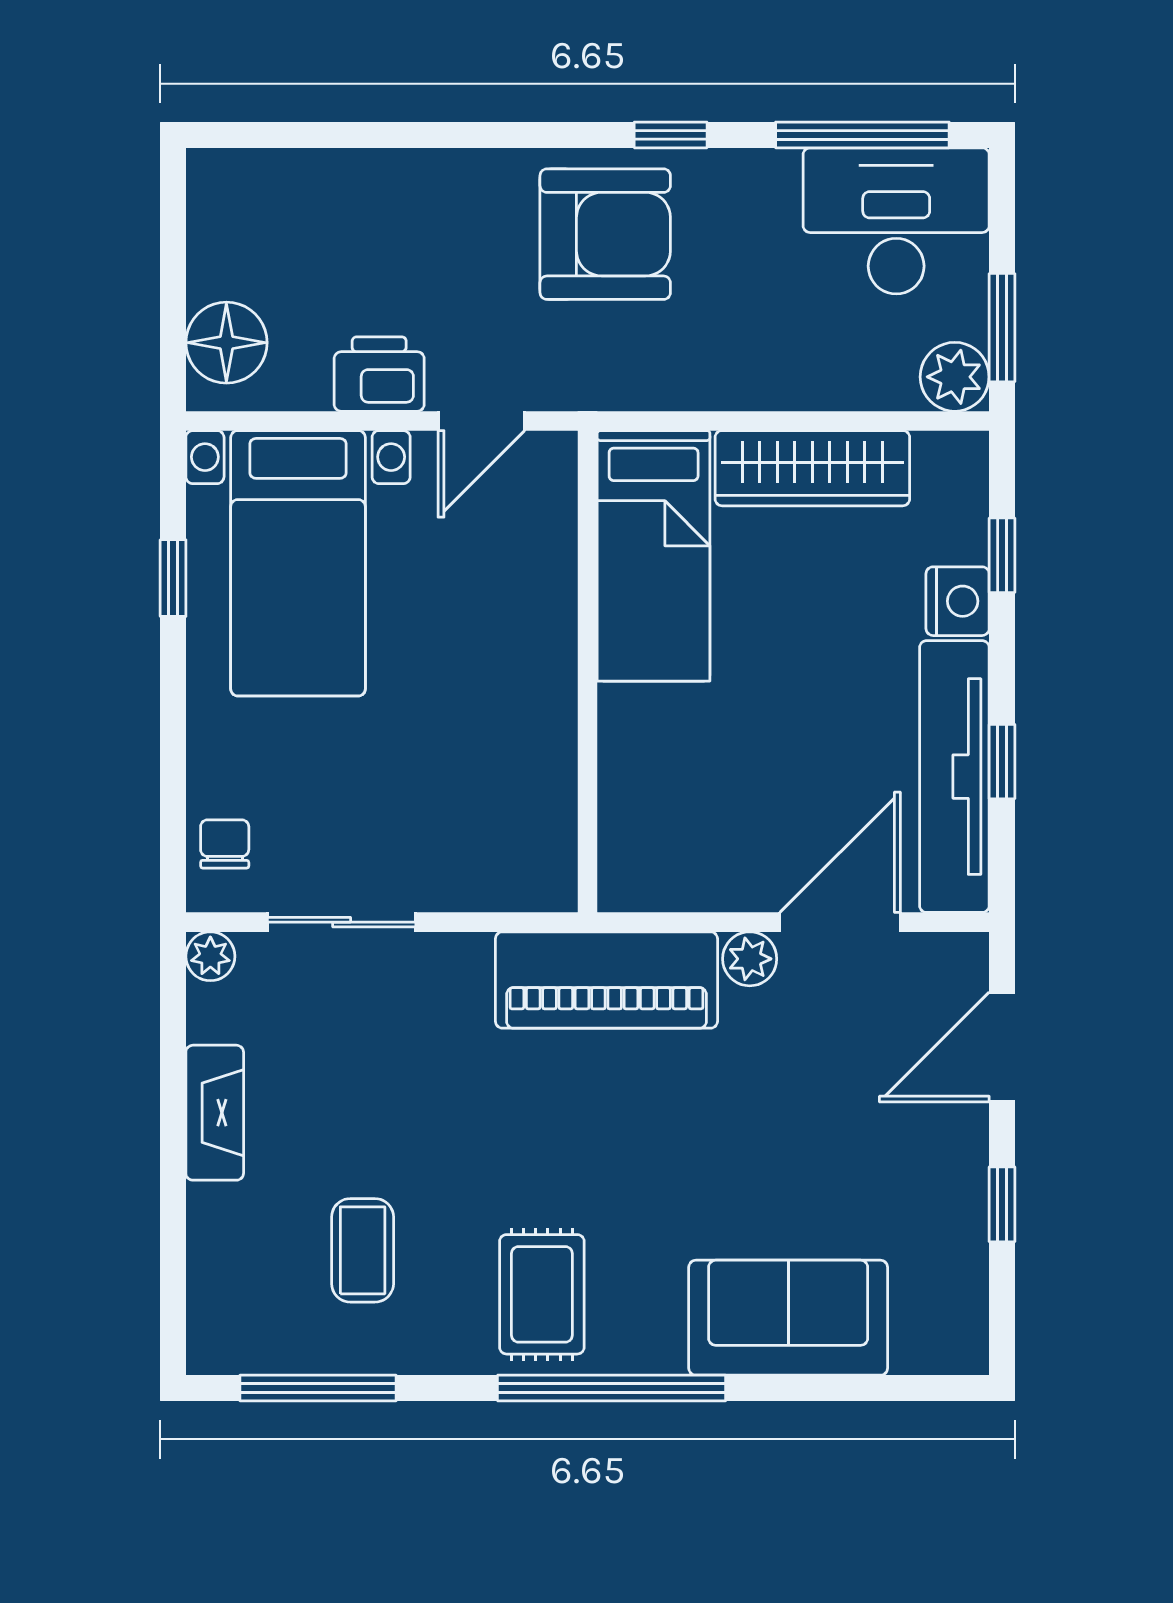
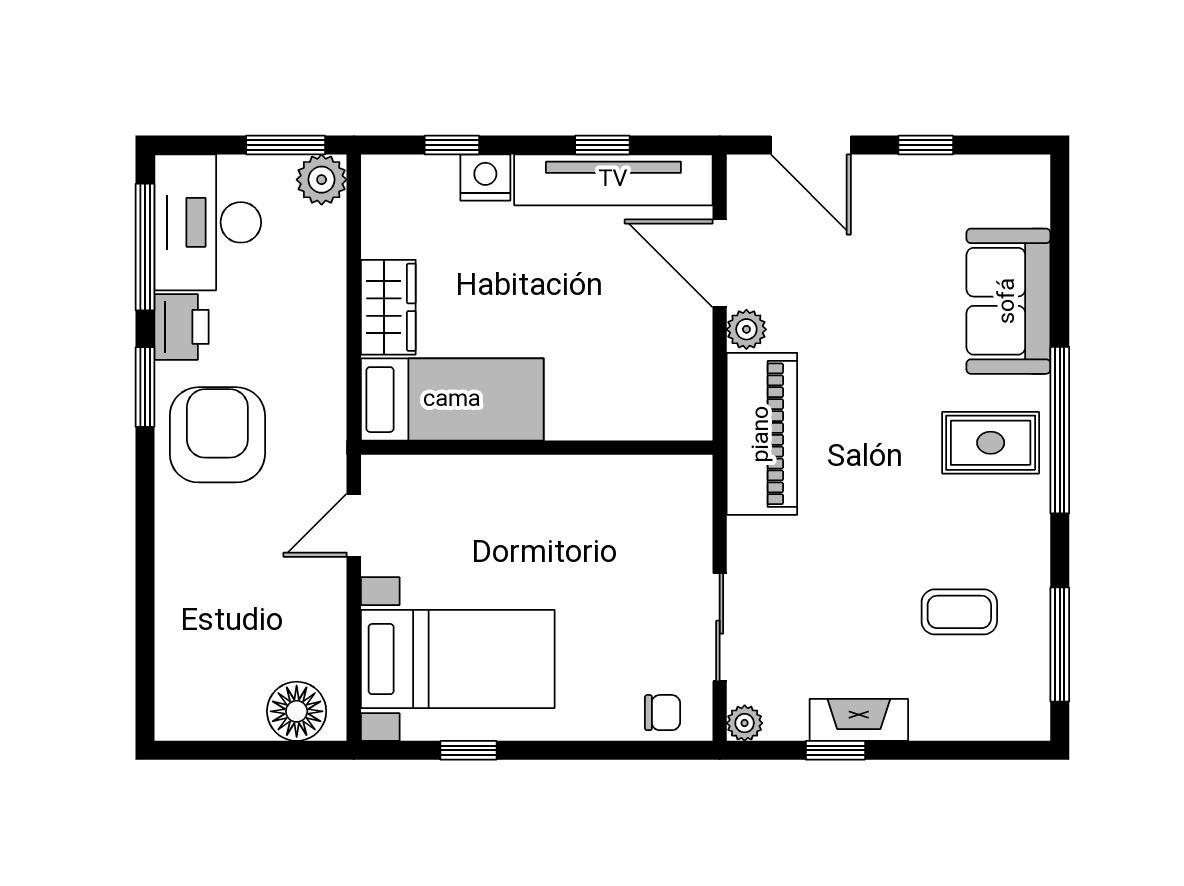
window: (671, 135) -> (145, 387), width x1.50
printer: (379, 374) -> (182, 327), moved, turned 180
door: (481, 421) -> (354, 525), swing flipped
wardrobe: (812, 468) -> (388, 307), width x0.67
chair: (225, 844) -> (663, 713), turned 180
window: (173, 1081) -> (835, 750), added
rug: (542, 1294) -> (991, 443), moved

